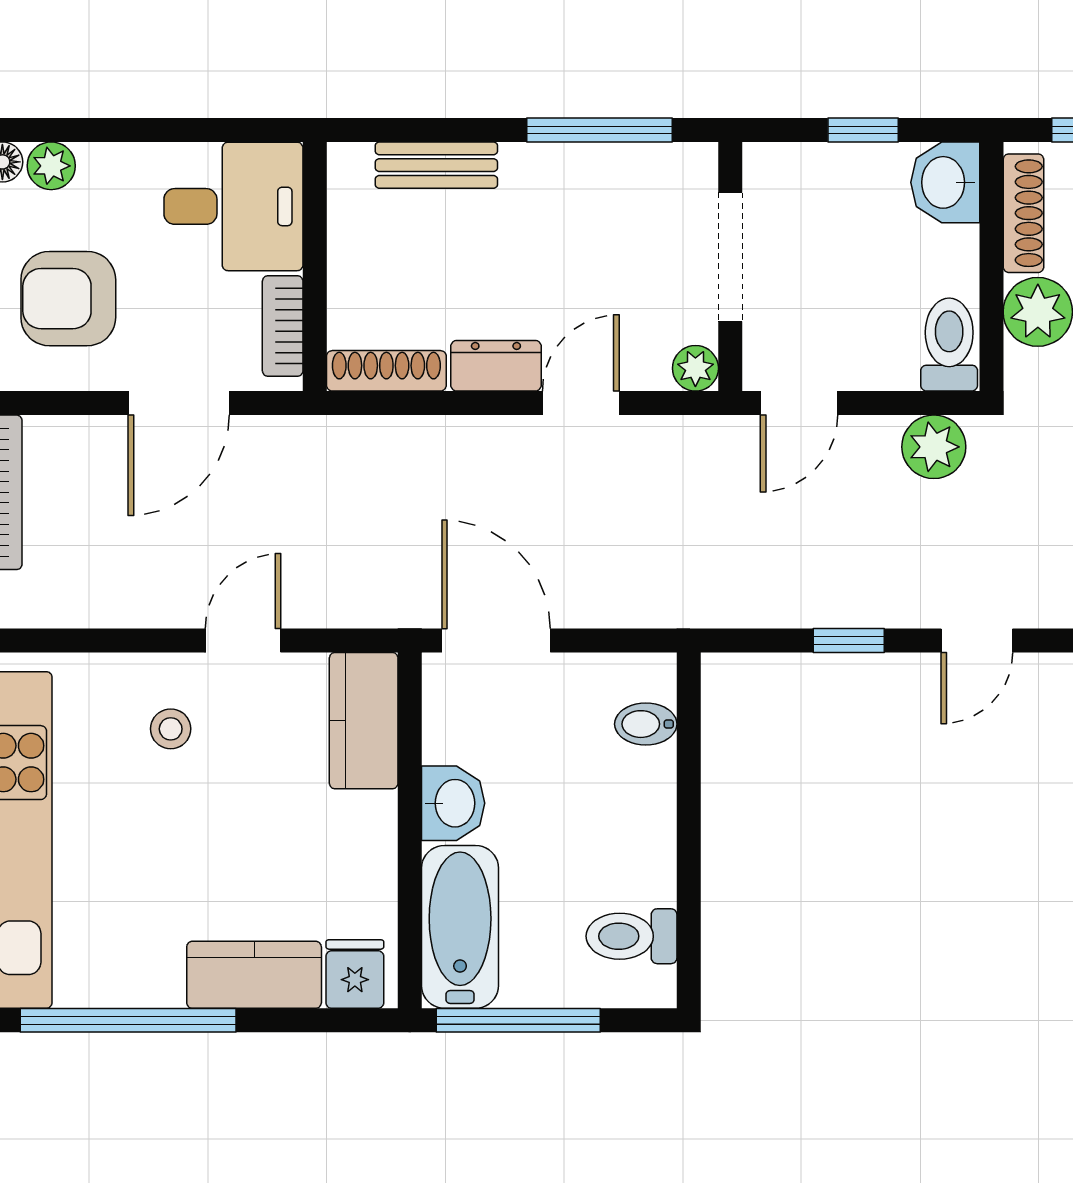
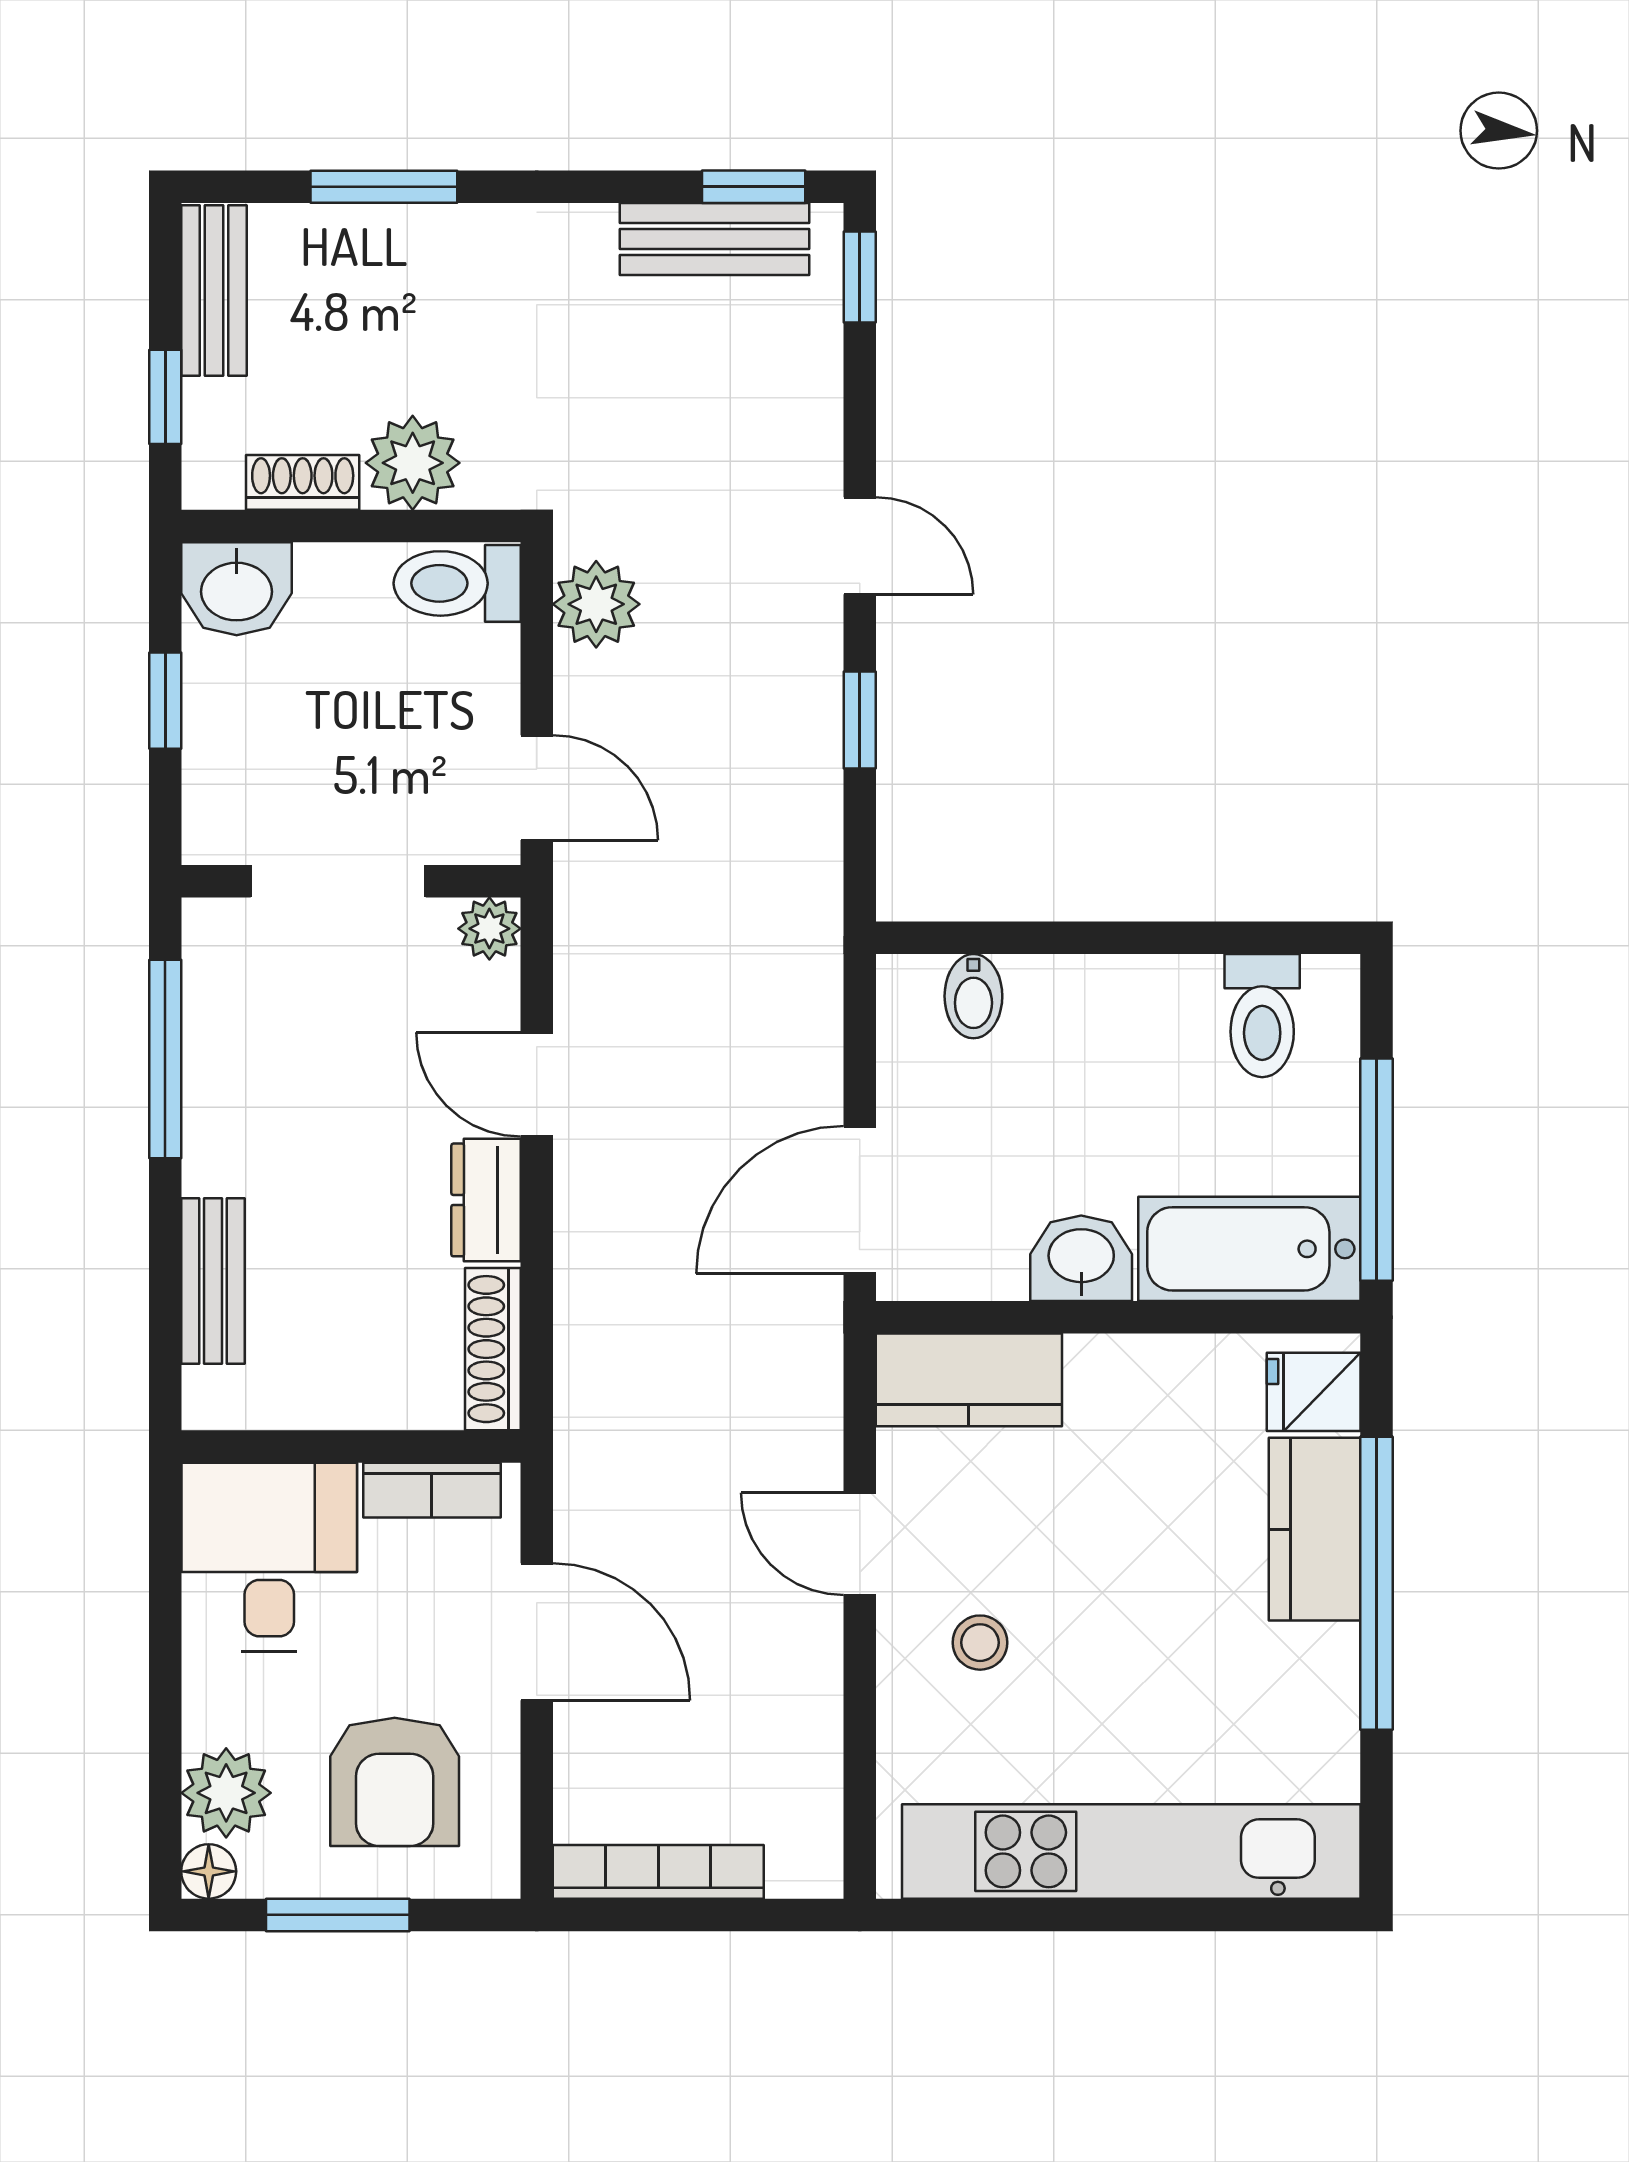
plant: (51, 166) -> (226, 1793), width x1.38, depth x1.38
shoe rack: (1023, 213) -> (303, 482), width x0.70
window: (128, 1020) -> (1377, 1583), moved

